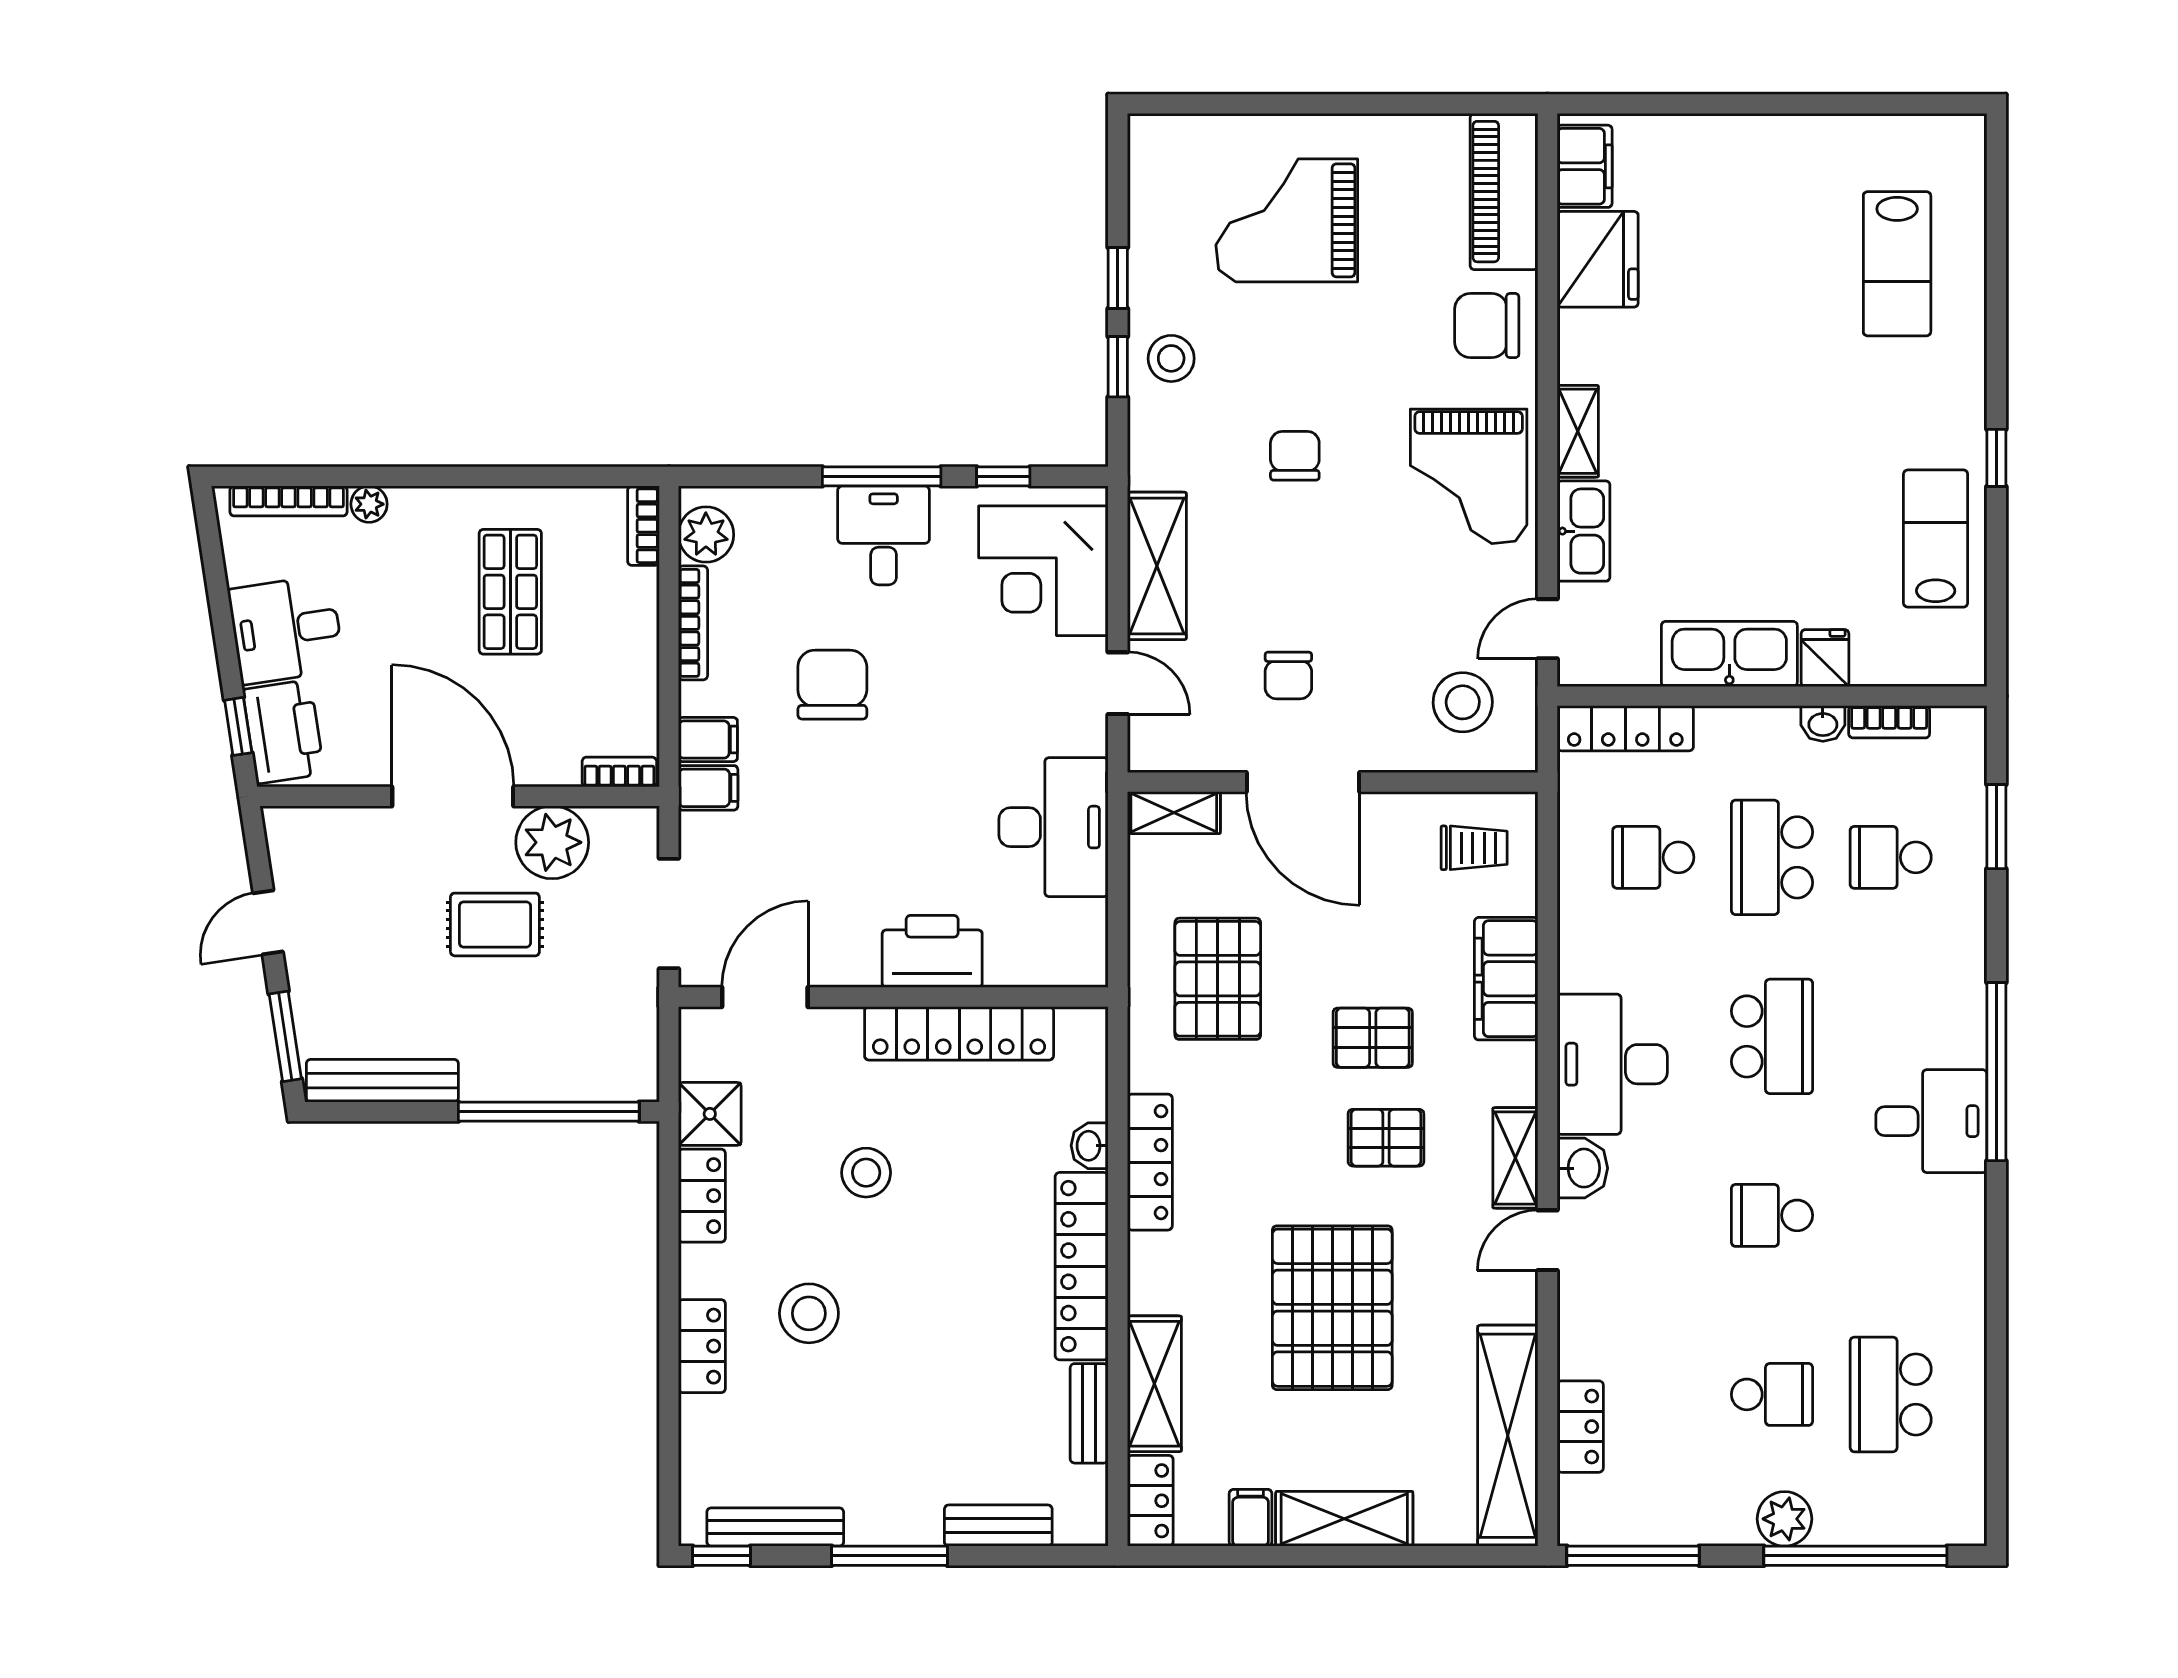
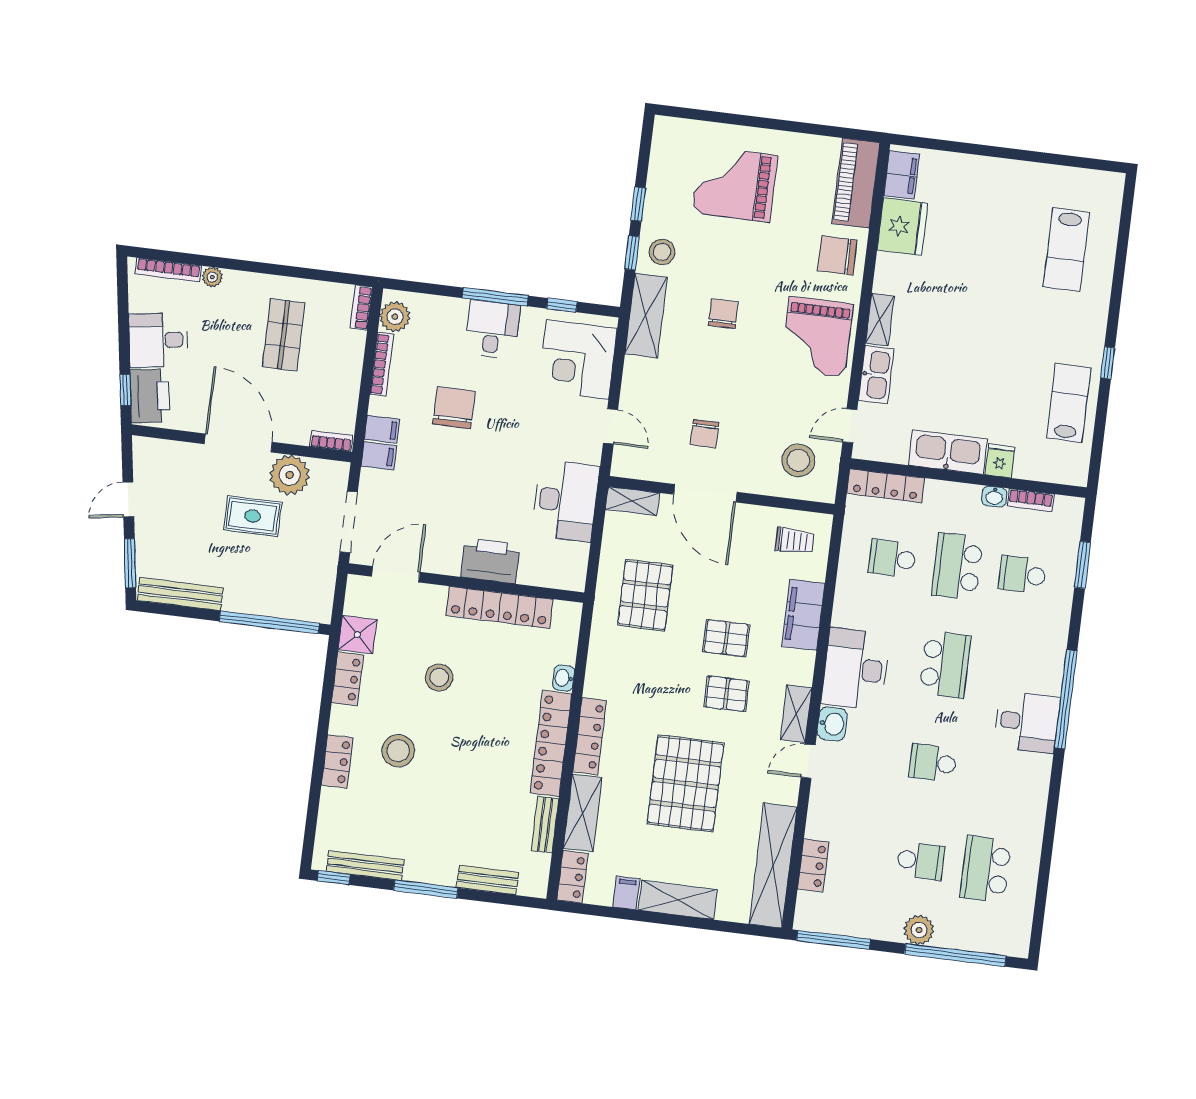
shelving: (1157, 566) -> (646, 315), moved
locker: (1150, 1162) -> (590, 736), moved

